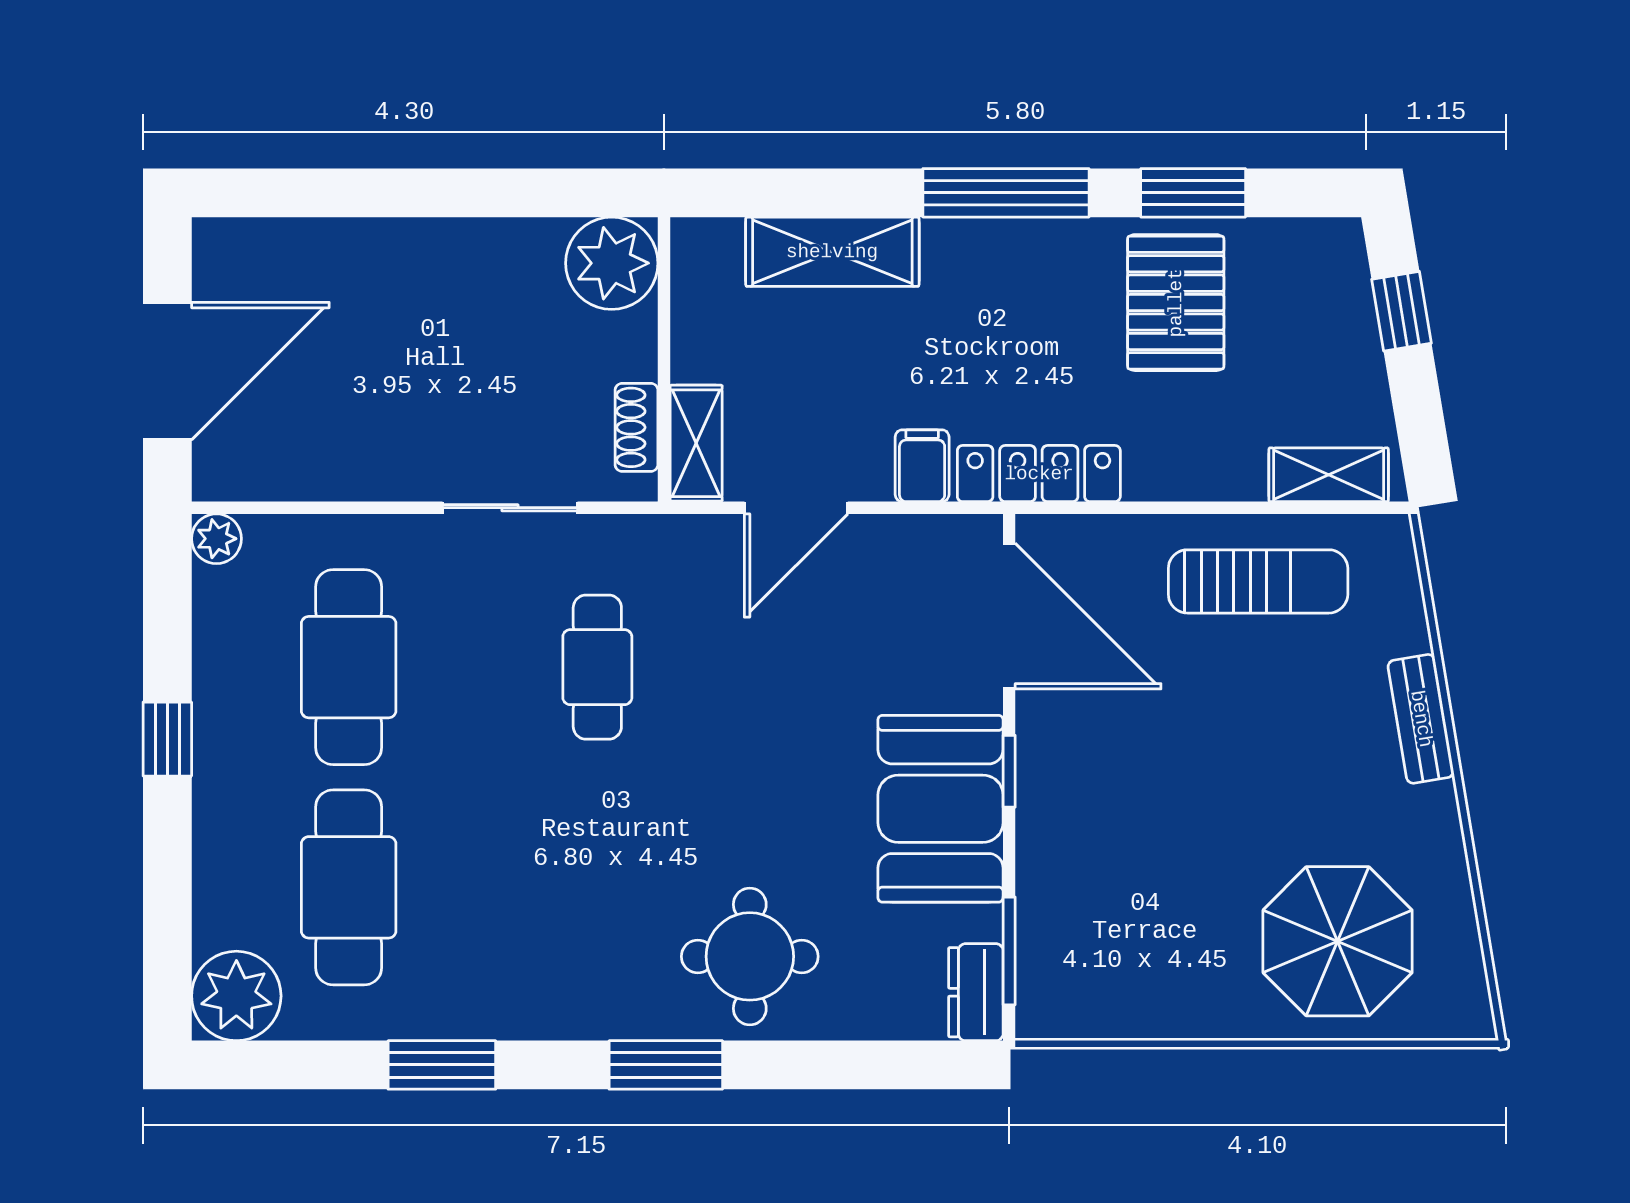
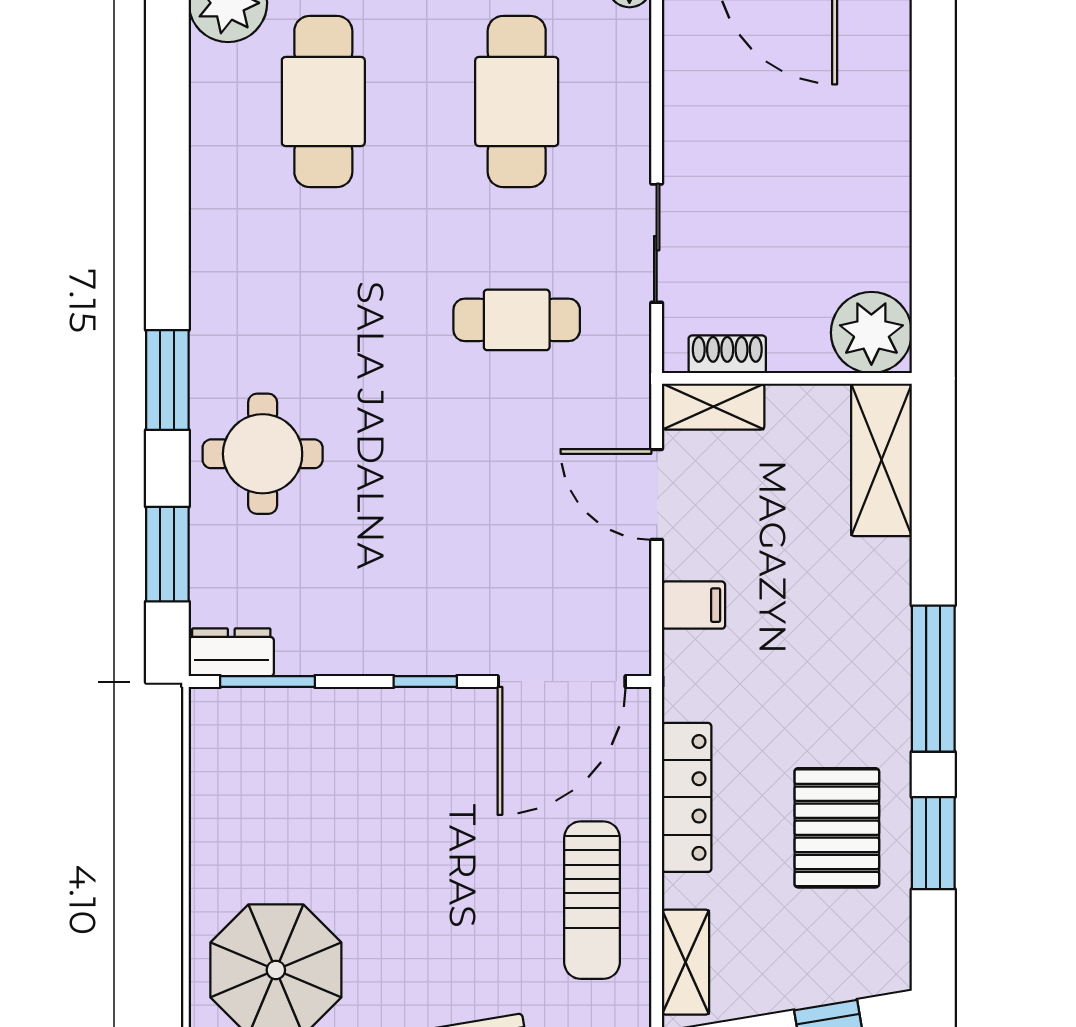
shelving: (832, 252) -> (881, 460), moved
pallet: (1176, 303) -> (837, 828), turned 90
locker: (1039, 474) -> (687, 797), moved
cafe table: (349, 667) -> (517, 102), turned 90
booth: (940, 809) -> (392, 621), removed
cafe table: (349, 887) -> (323, 102), turned 90
window: (442, 1065) -> (167, 554), moved

